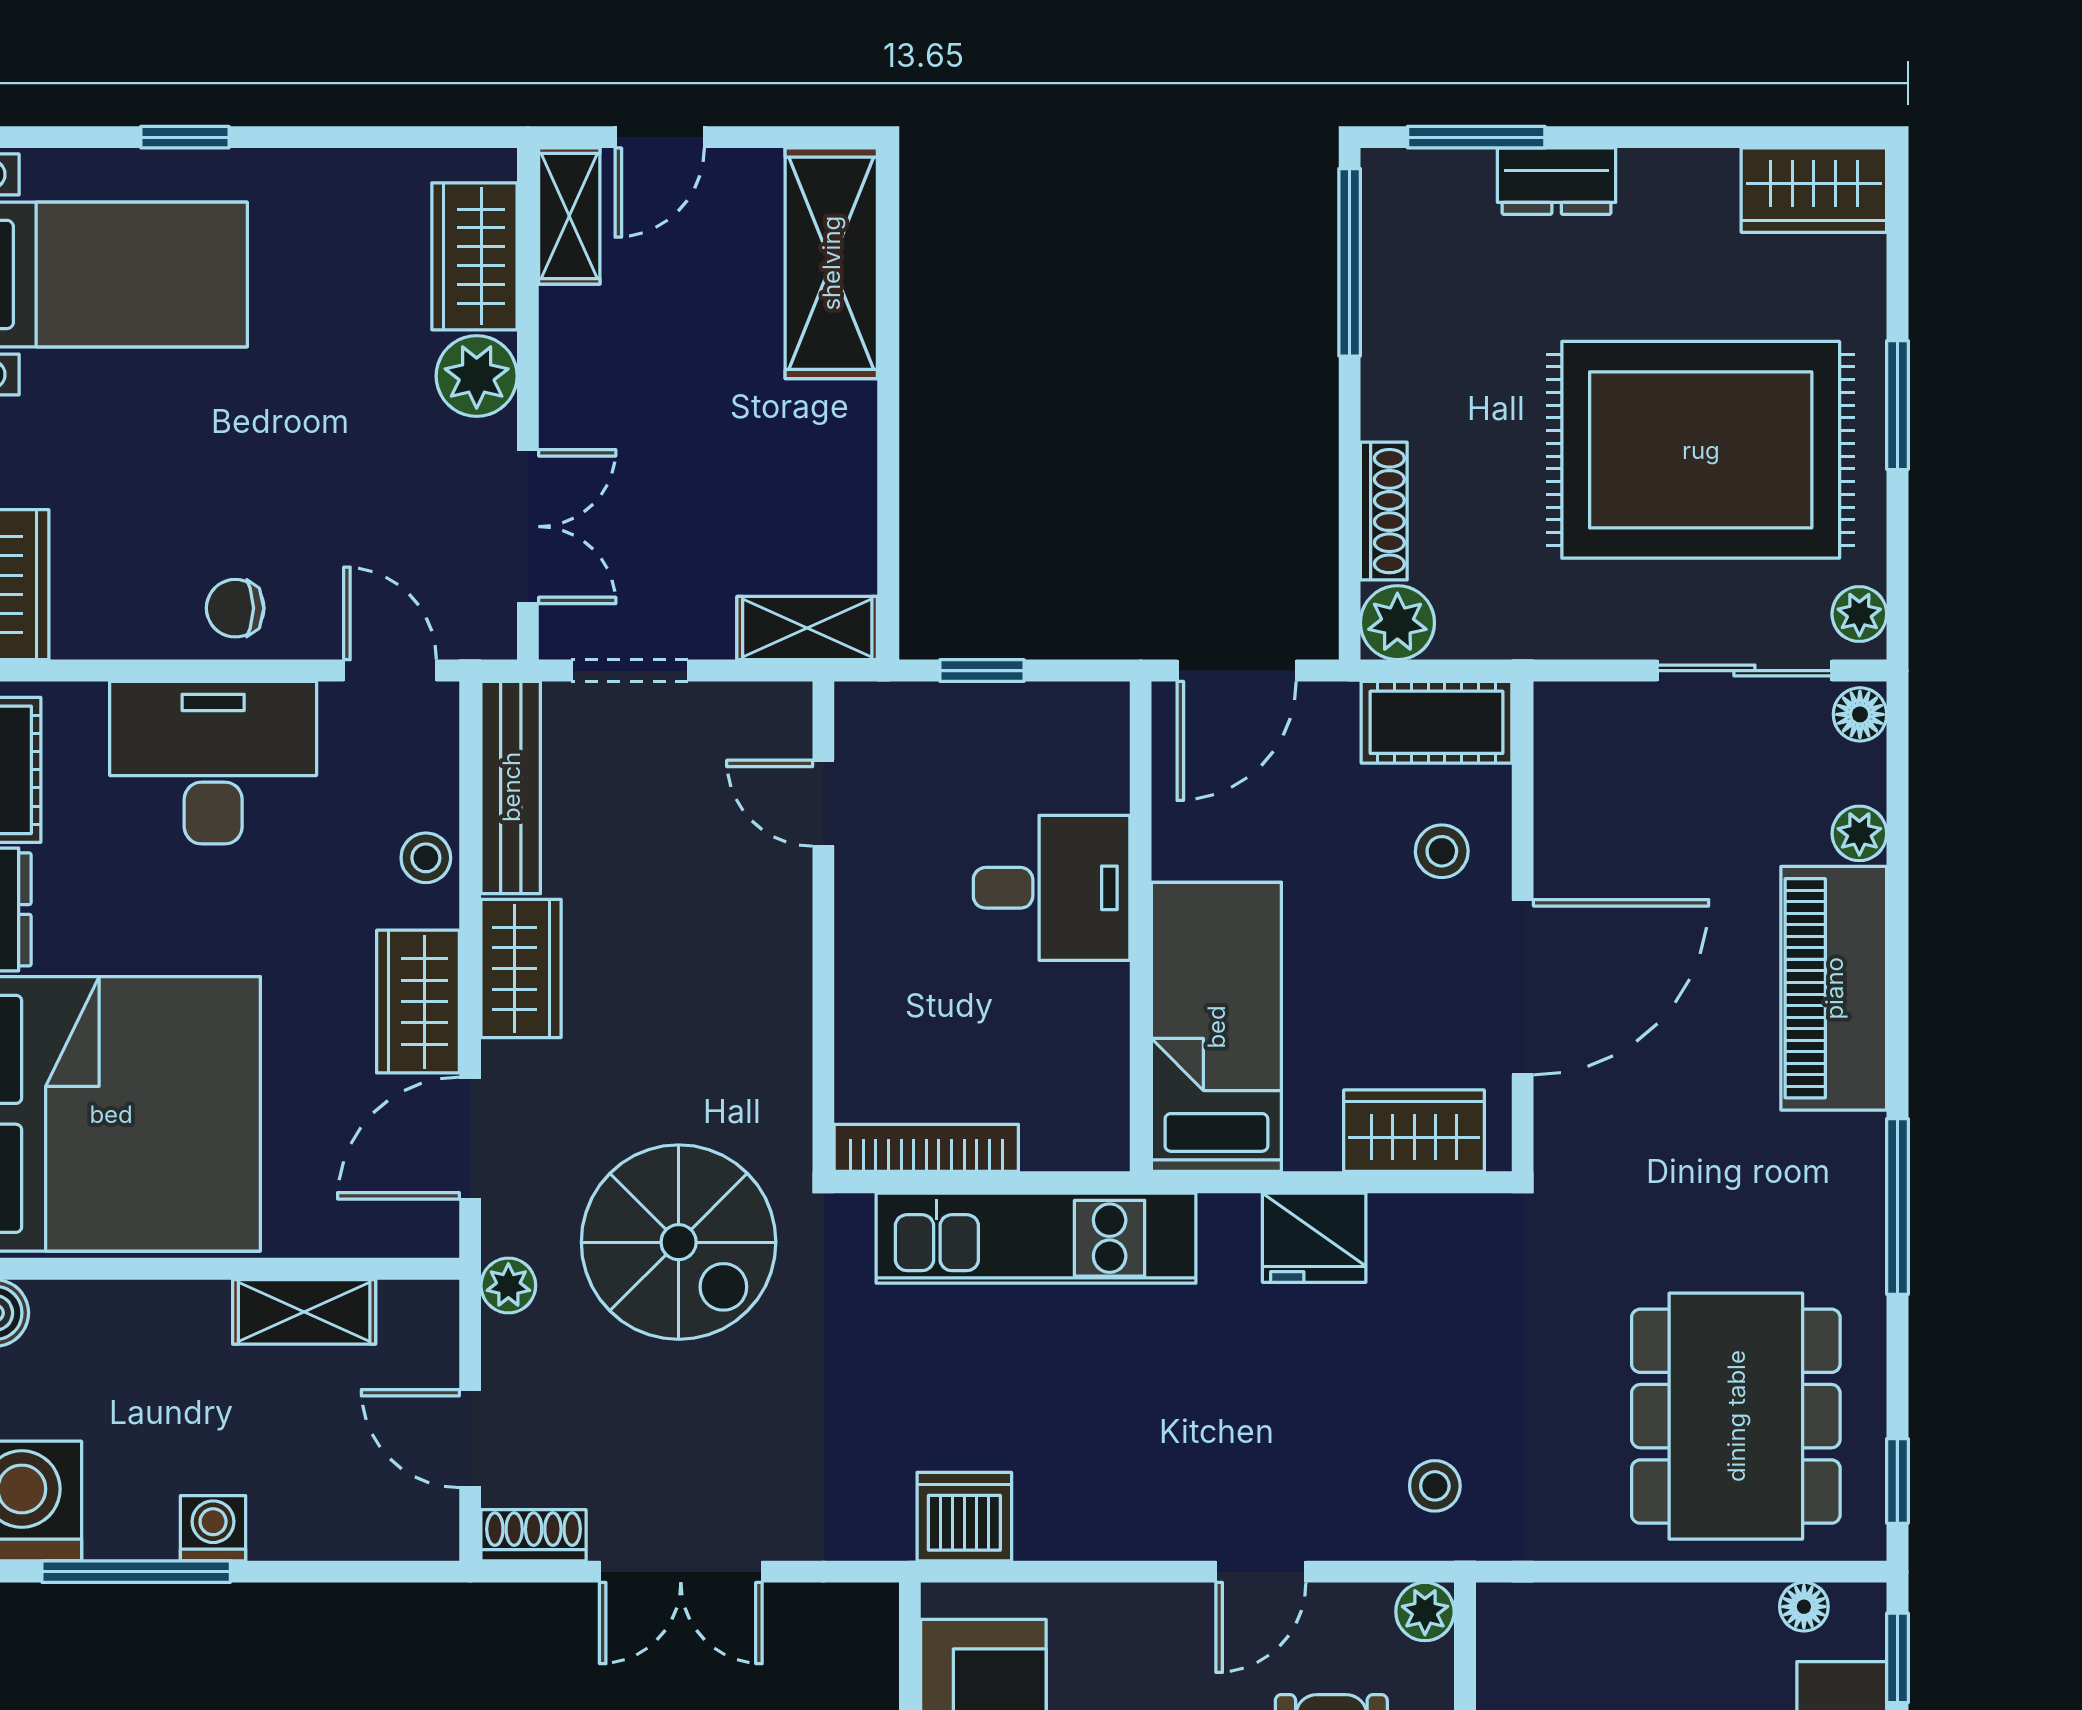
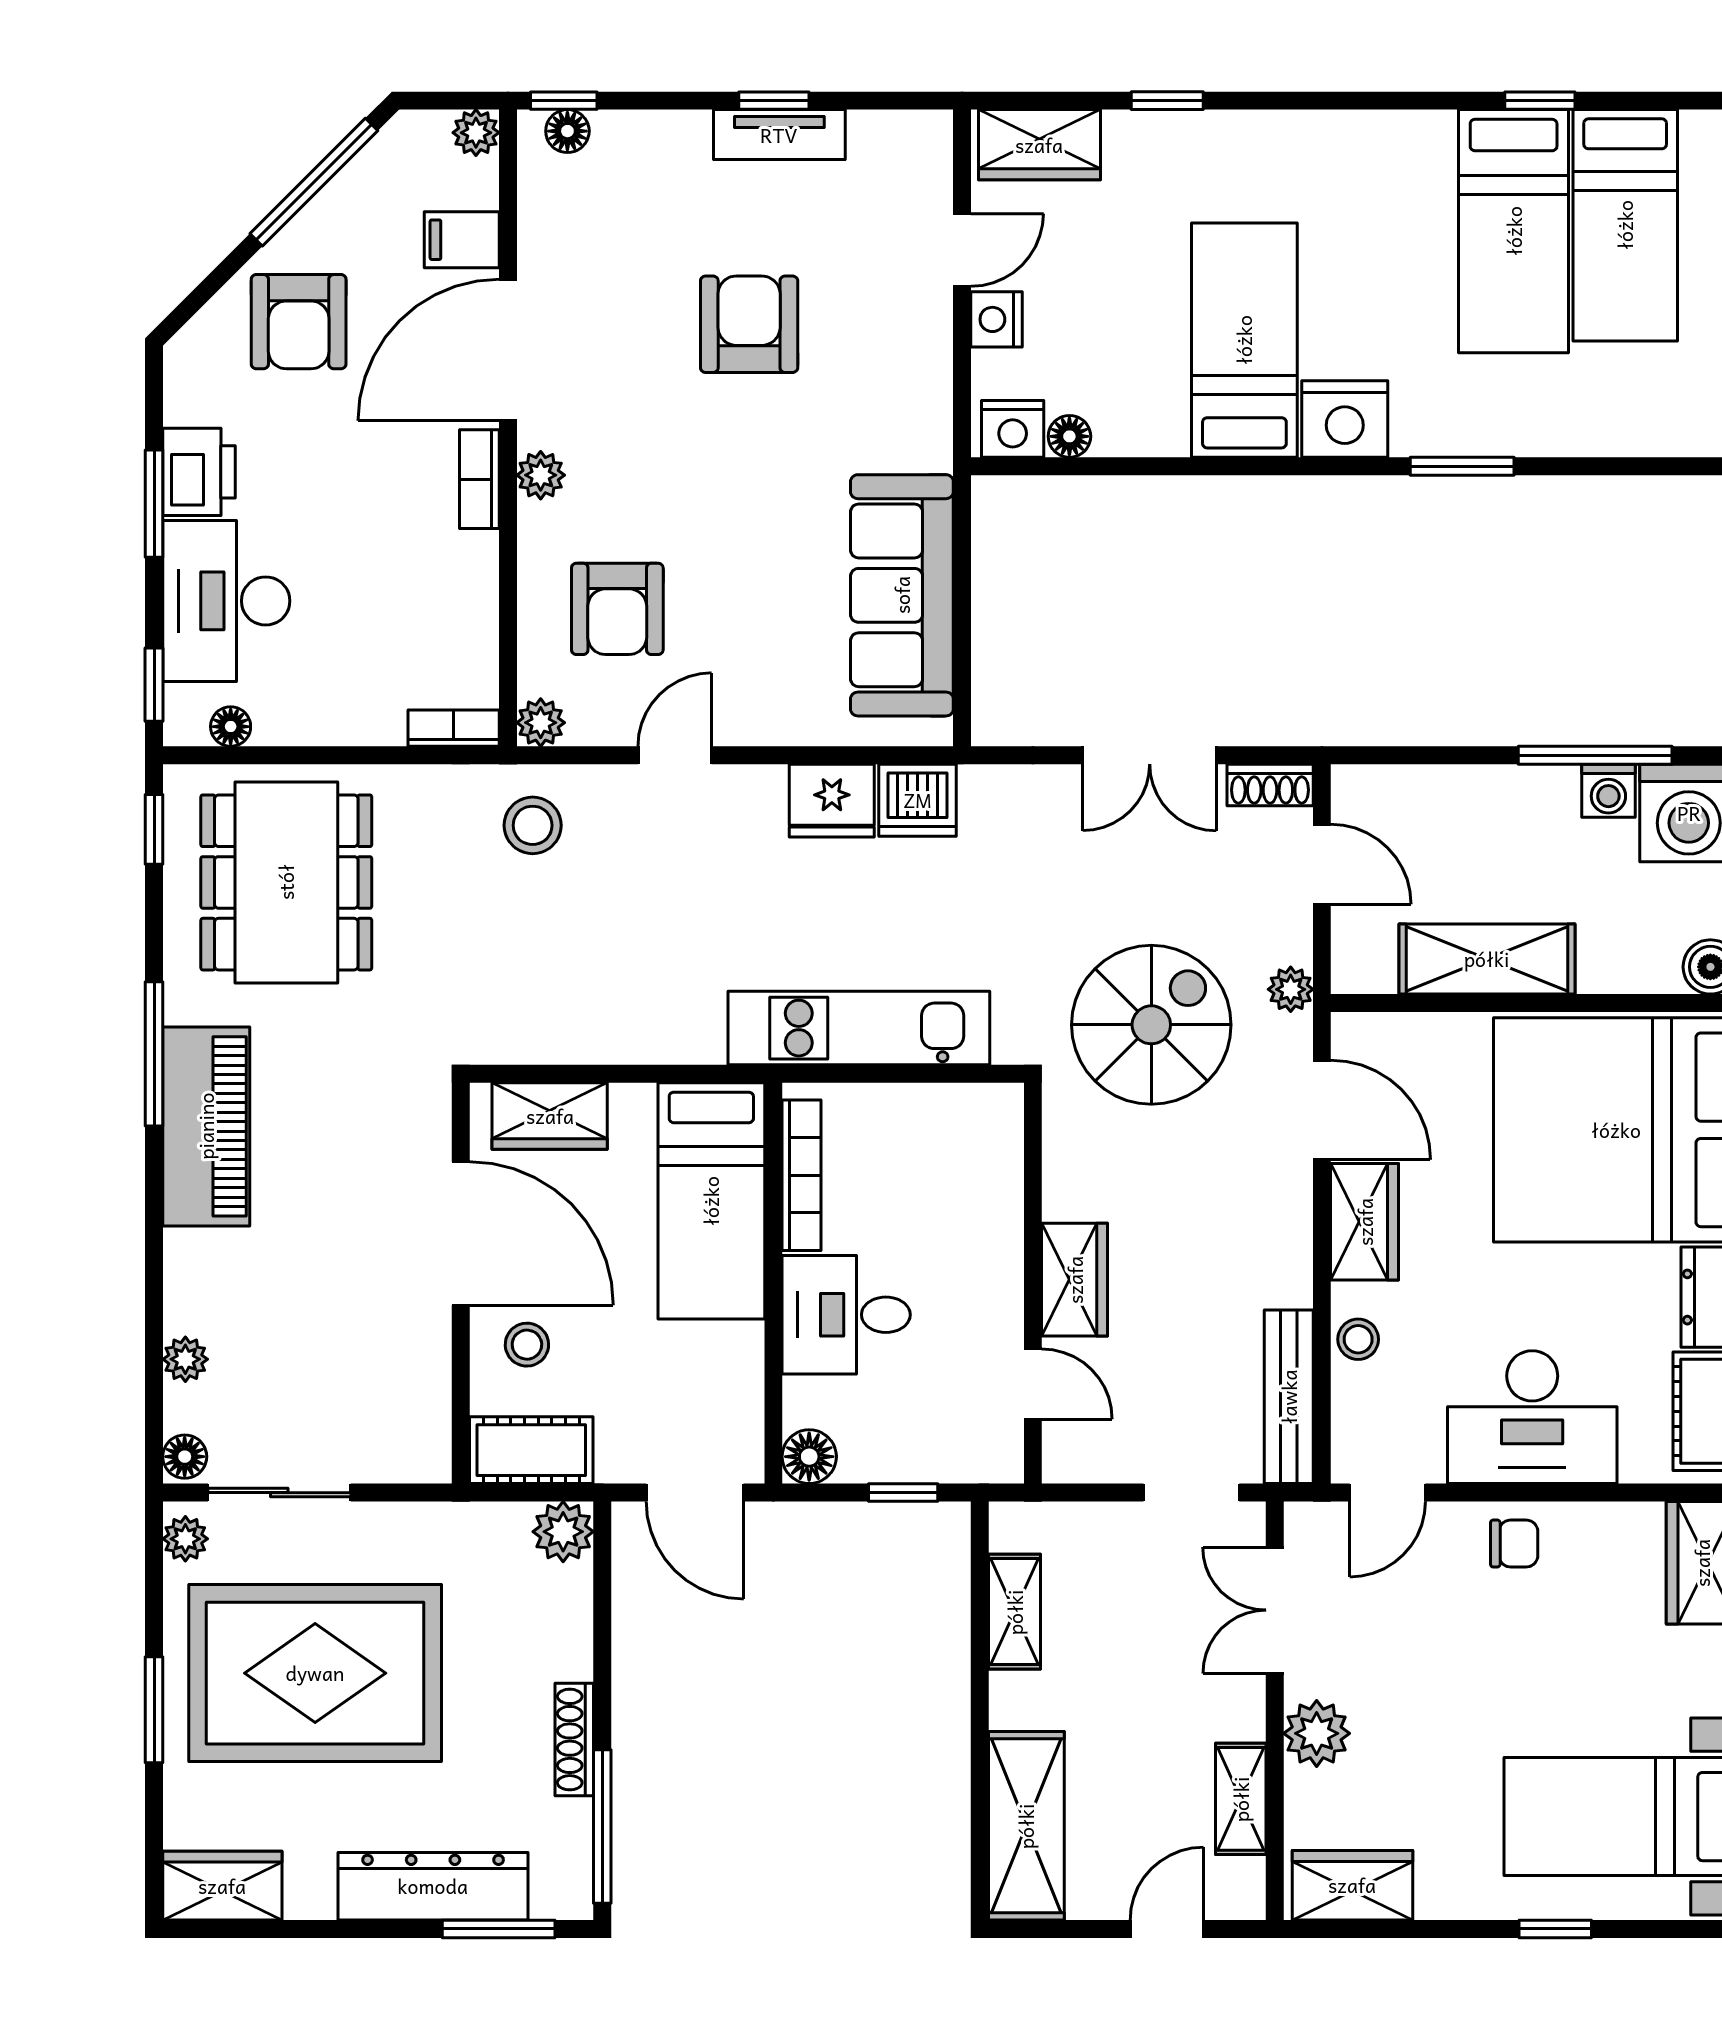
dresser: (1557, 181) -> (433, 1886), width x1.96, depth x1.24
shelving: (569, 216) -> (1241, 1799), moved
wardrobe: (474, 256) -> (1352, 1885), moved, turned -90
shoe rack: (1384, 511) -> (574, 1740), moved
shelving: (807, 628) -> (1015, 1612), moved, turned 90
door: (390, 671) -> (1387, 1493), hinge flipped
door: (1237, 671) -> (695, 1493), swing flipped
floor lamp: (1097, 714) -> (809, 1457), added
wardrobe: (521, 969) -> (1075, 1280), moved, turned 180
door: (1523, 987) -> (461, 1233), swing flipped
piano: (1834, 988) -> (206, 1126), moved
door: (470, 1138) -> (1322, 1110), hinge flipped
bookcase: (926, 1148) -> (802, 1175), moved, turned -90
fridge: (1314, 1238) -> (832, 801), moved, turned 180
spiral stairs: (679, 1242) -> (1151, 1025), turned 90
shelving: (304, 1312) -> (1487, 959), width x1.50, depth x1.33
stool: (1435, 1486) -> (533, 825), width x1.37, depth x1.37
washing machine: (213, 1528) -> (1608, 791), moved
double door: (681, 1572) -> (1150, 755), swing flipped
bookcase: (1531, 1605) -> (454, 728), added

